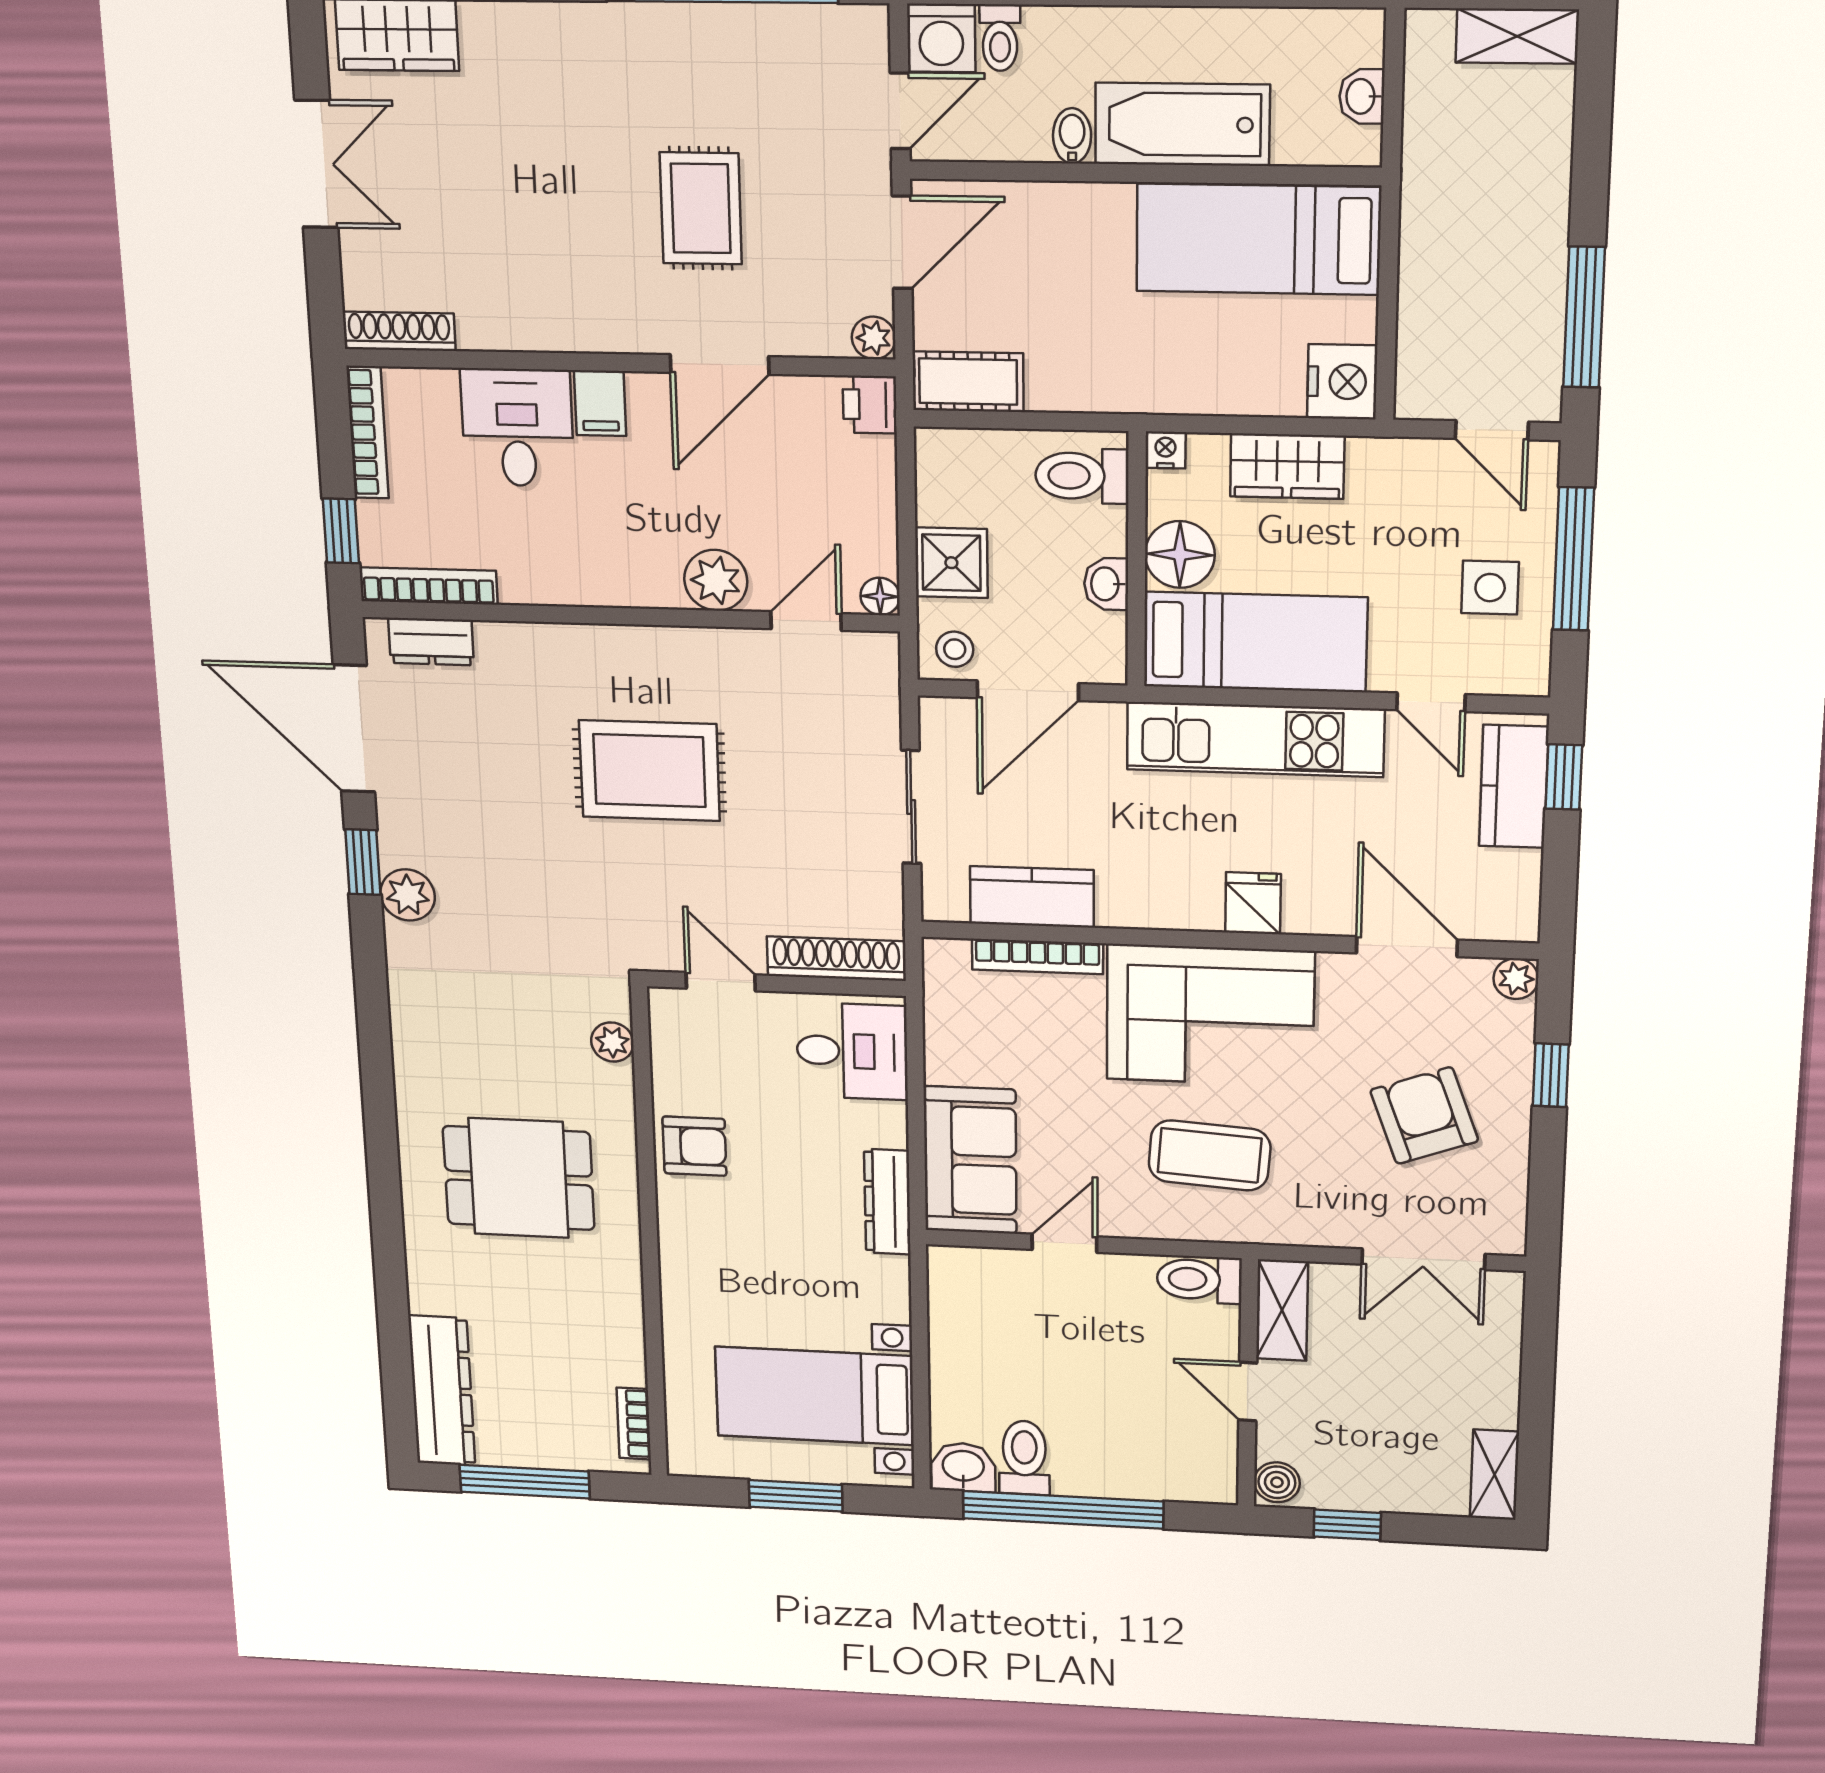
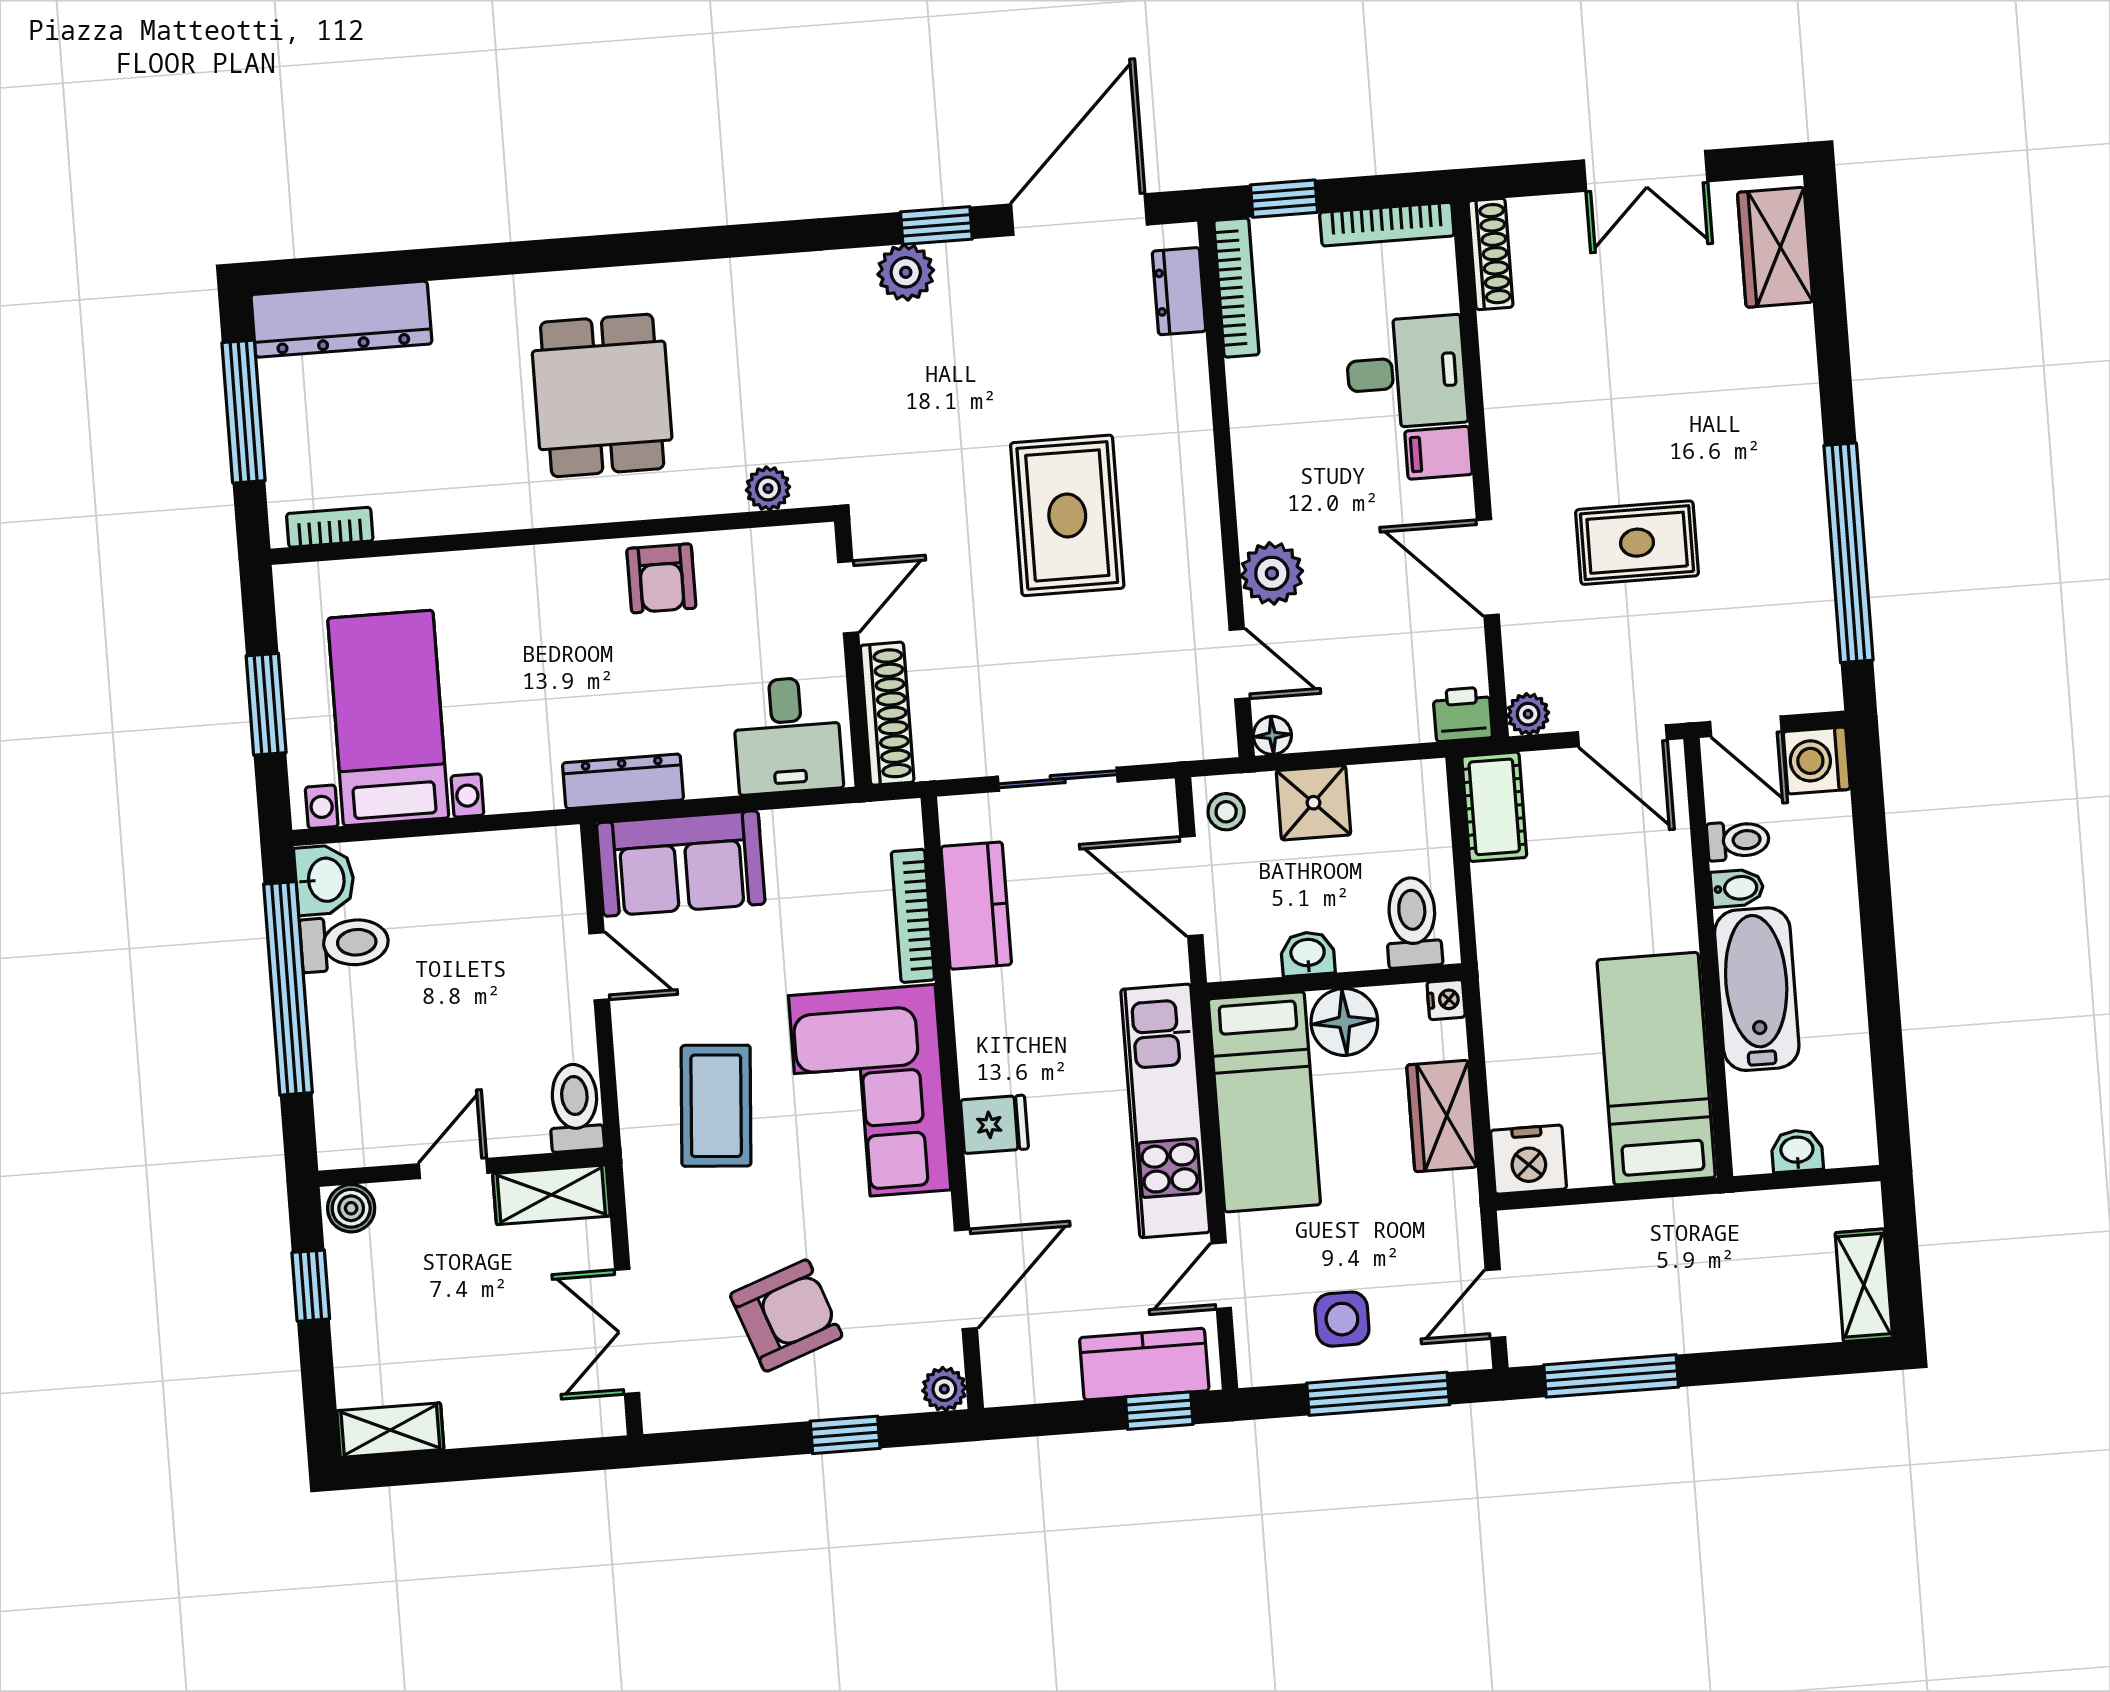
toilet: (1000, 38) -> (1738, 840), moved, turned 180

